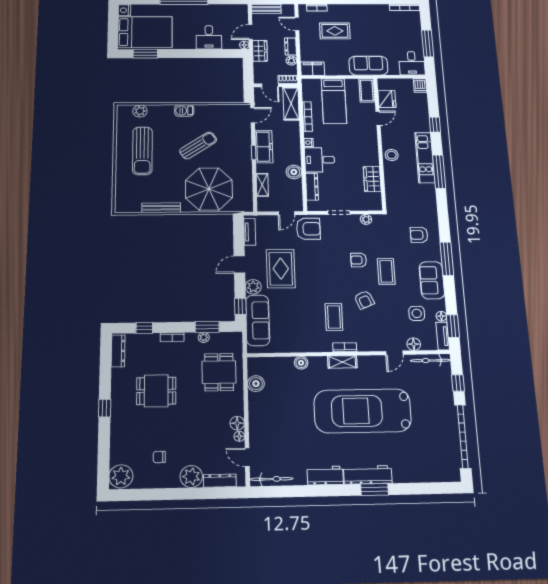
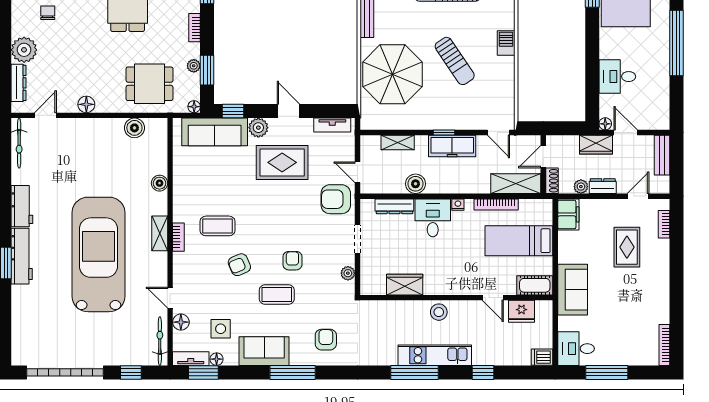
armchair: (308, 229) -> (336, 199), turned 90
floor lamp: (239, 436) -> (194, 107), moved

